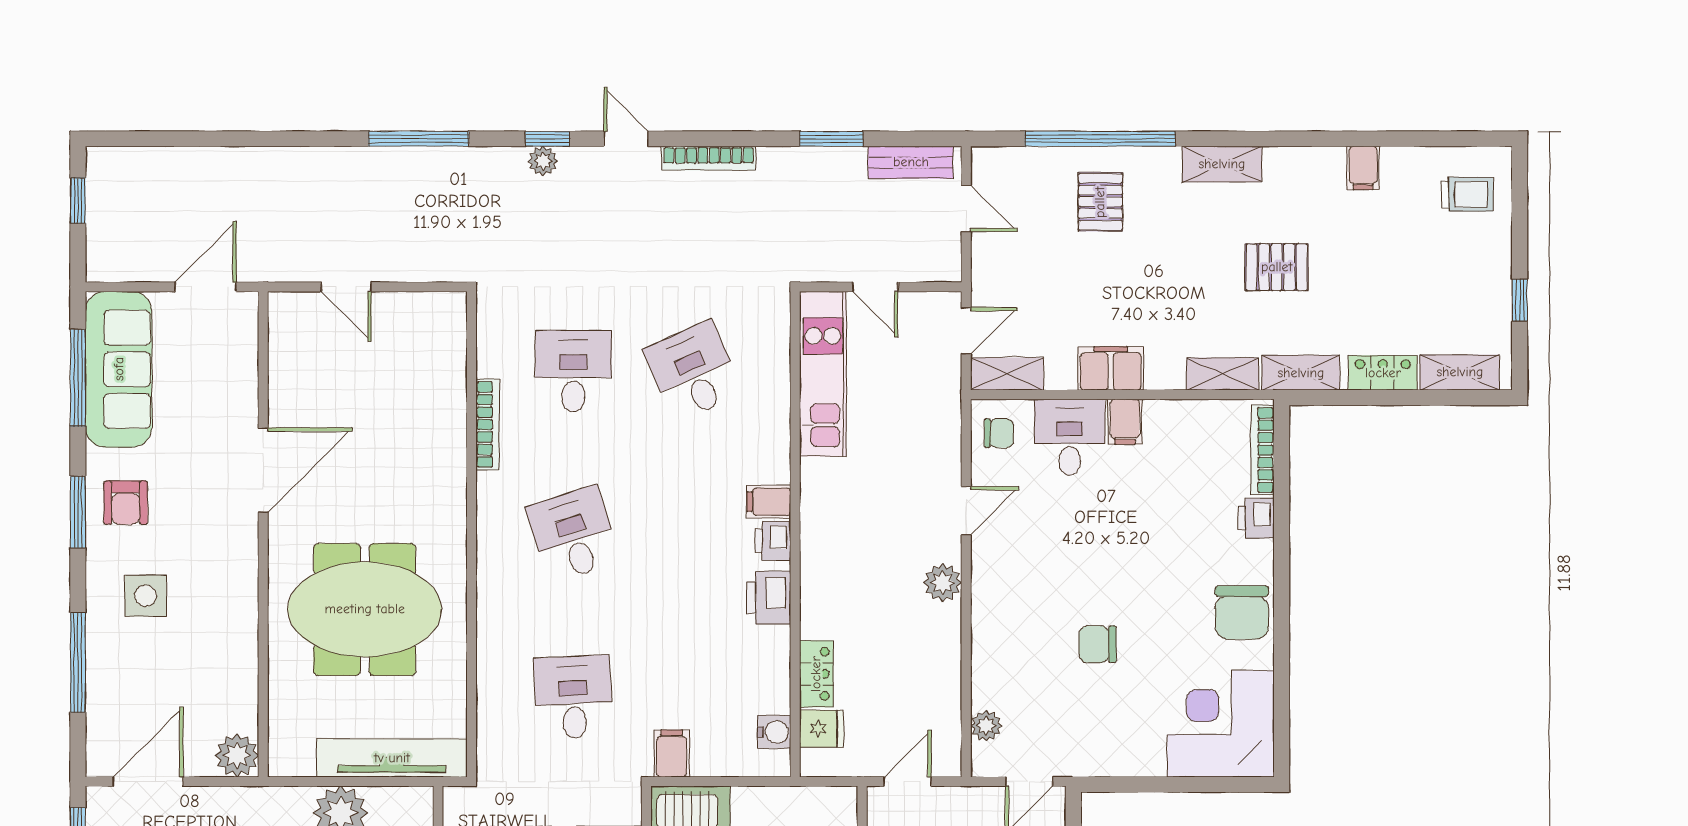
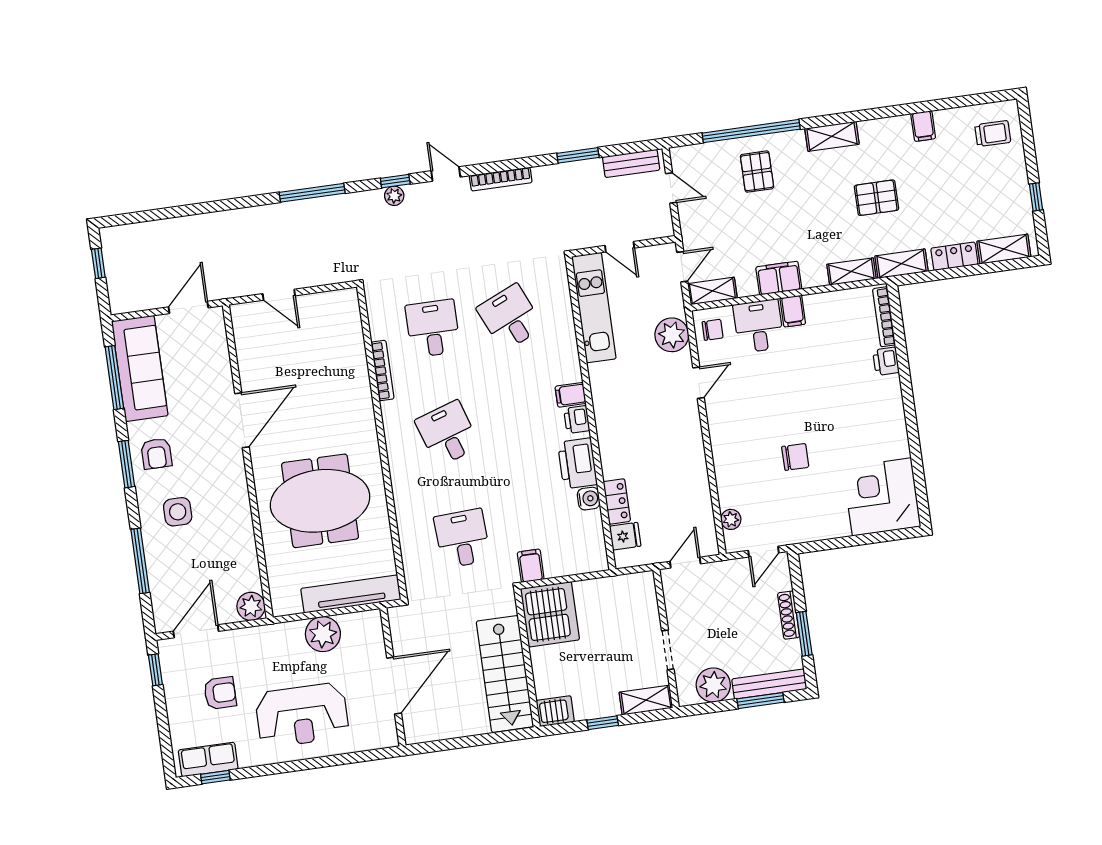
plant: (943, 583) -> (672, 335), moved, width x1.36, depth x1.36
printer: (769, 598) -> (577, 463), width x1.37, depth x1.19
chair: (1242, 613) -> (885, 423), removed
chair: (1098, 644) -> (795, 457), turned 180
water cooler: (774, 732) -> (589, 499), moved

